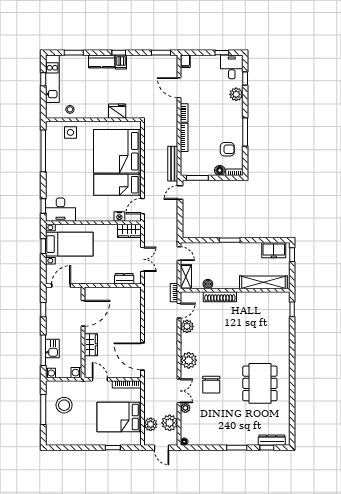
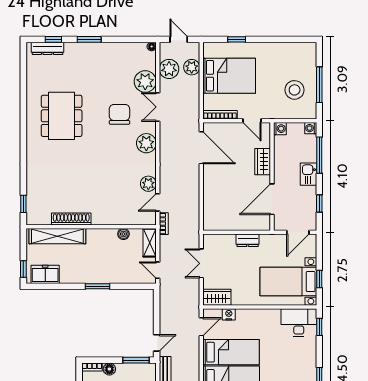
dresser: (124, 279) -> (248, 240), moved
shoe rack: (220, 297) -> (71, 219), moved
kitchen sink: (52, 349) -> (308, 174), moved
plant: (185, 408) -> (145, 82), width x1.87, depth x1.87

